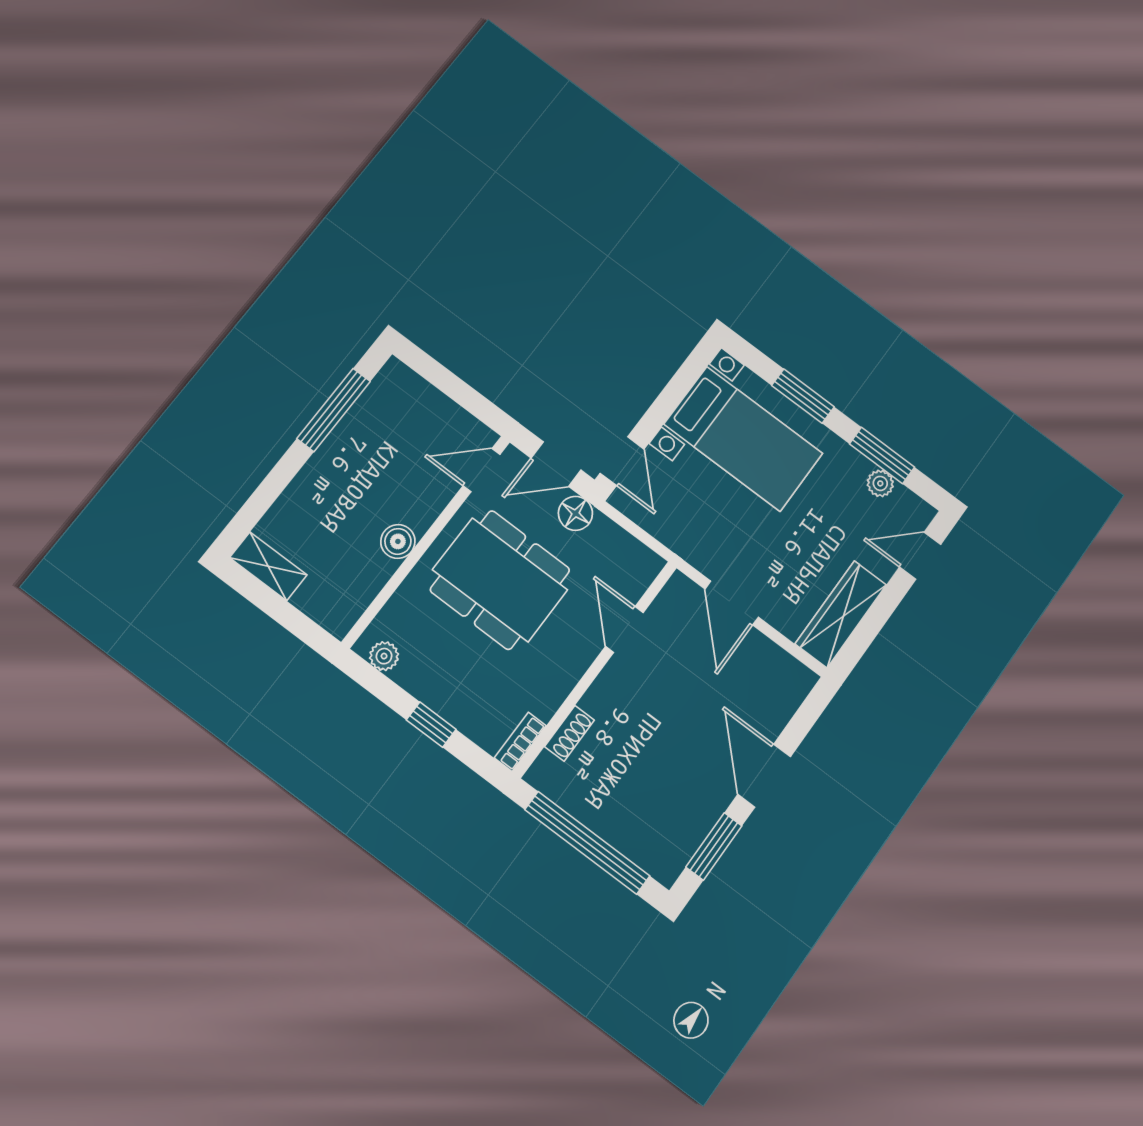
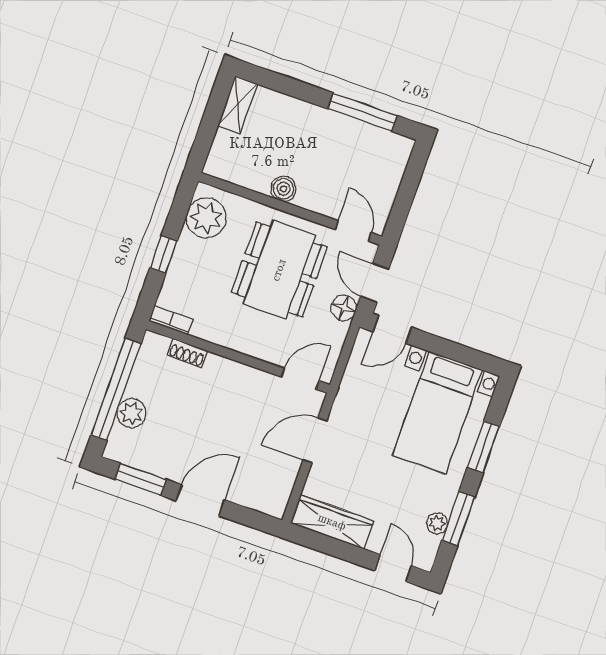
door: (624, 629) -> (300, 379), moved
plant: (384, 656) -> (206, 218), width x1.87, depth x1.87
plant: (625, 832) -> (132, 413), added

